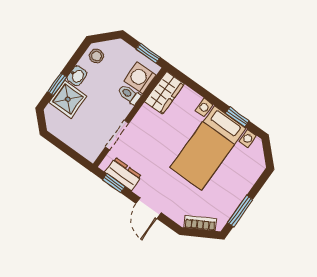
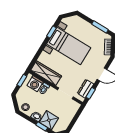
wardrobe: (164, 93) -> (46, 73), width x1.50

